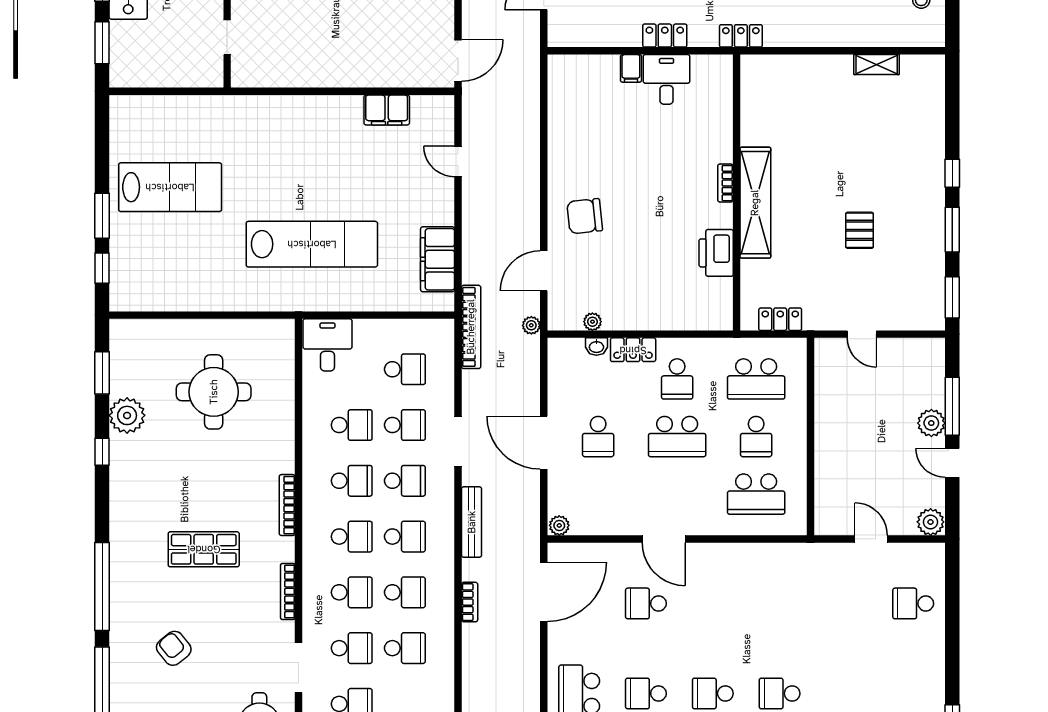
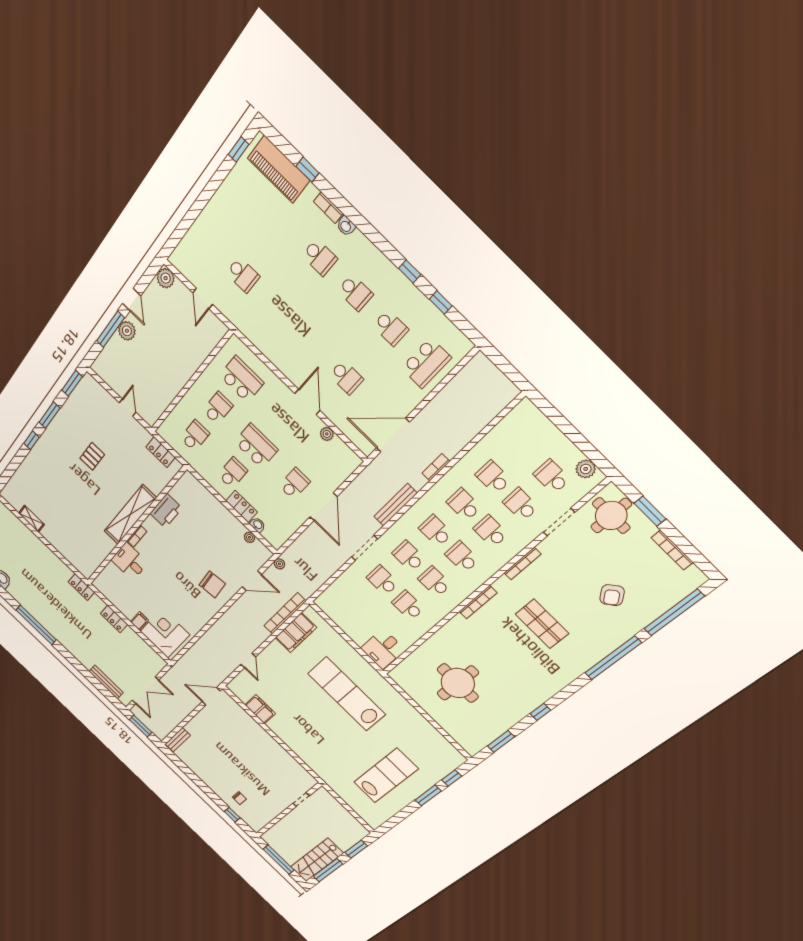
desk: (666, 79) -> (129, 561), moved, turned 90
corner desk: (587, 86) -> (165, 633), added
lab bench: (170, 187) -> (386, 776), turned 90
bookcase: (471, 327) -> (285, 613), moved
school desk: (405, 369) -> (357, 604), removed
school desk: (756, 379) -> (195, 436), width x0.54
plant: (127, 415) -> (510, 714), removed
plant: (559, 525) -> (327, 434), moved
school desk: (913, 603) -> (243, 275), moved

